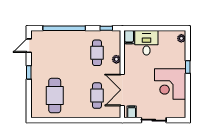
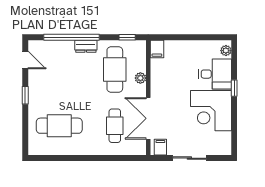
dresser: (75, 35) -> (86, 46), added
desk: (146, 43) -> (215, 74), moved, turned 90
door: (29, 46) -> (25, 60), swing flipped
cafe table: (97, 53) -> (115, 70), width x1.37, depth x1.35
cafe table: (55, 96) -> (59, 126), turned 90

